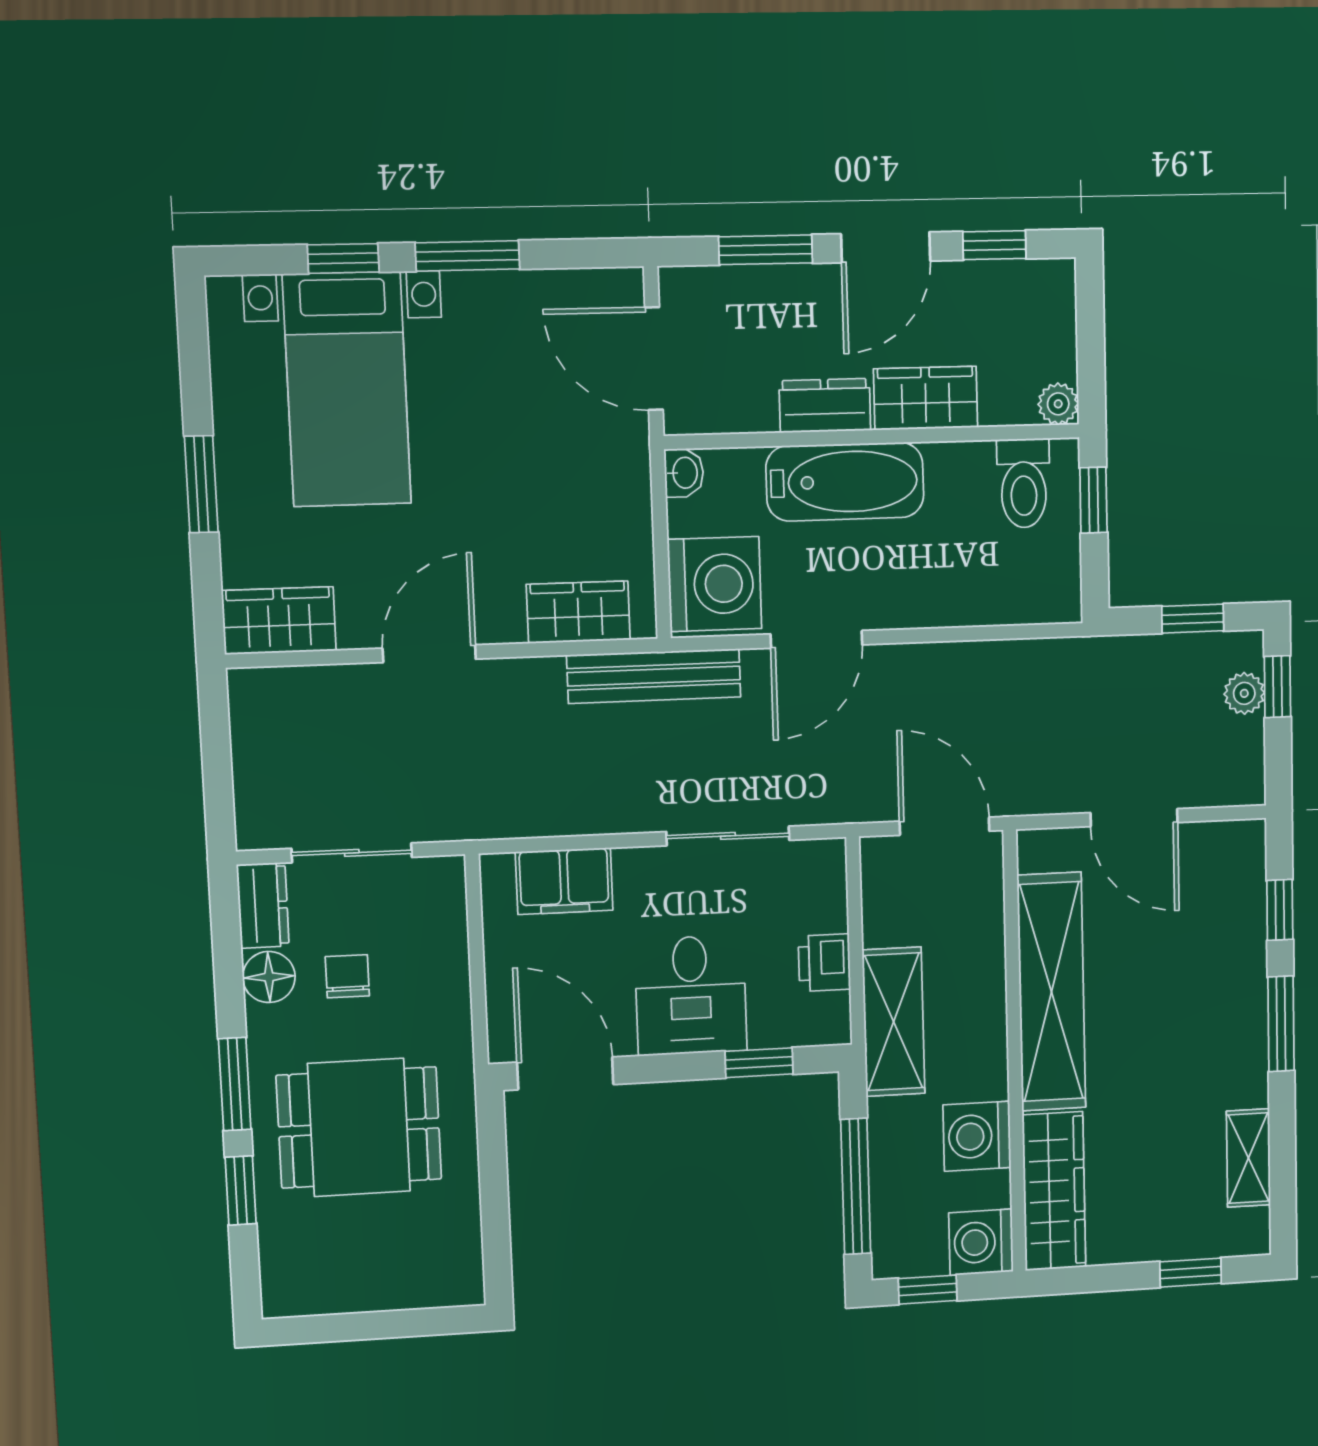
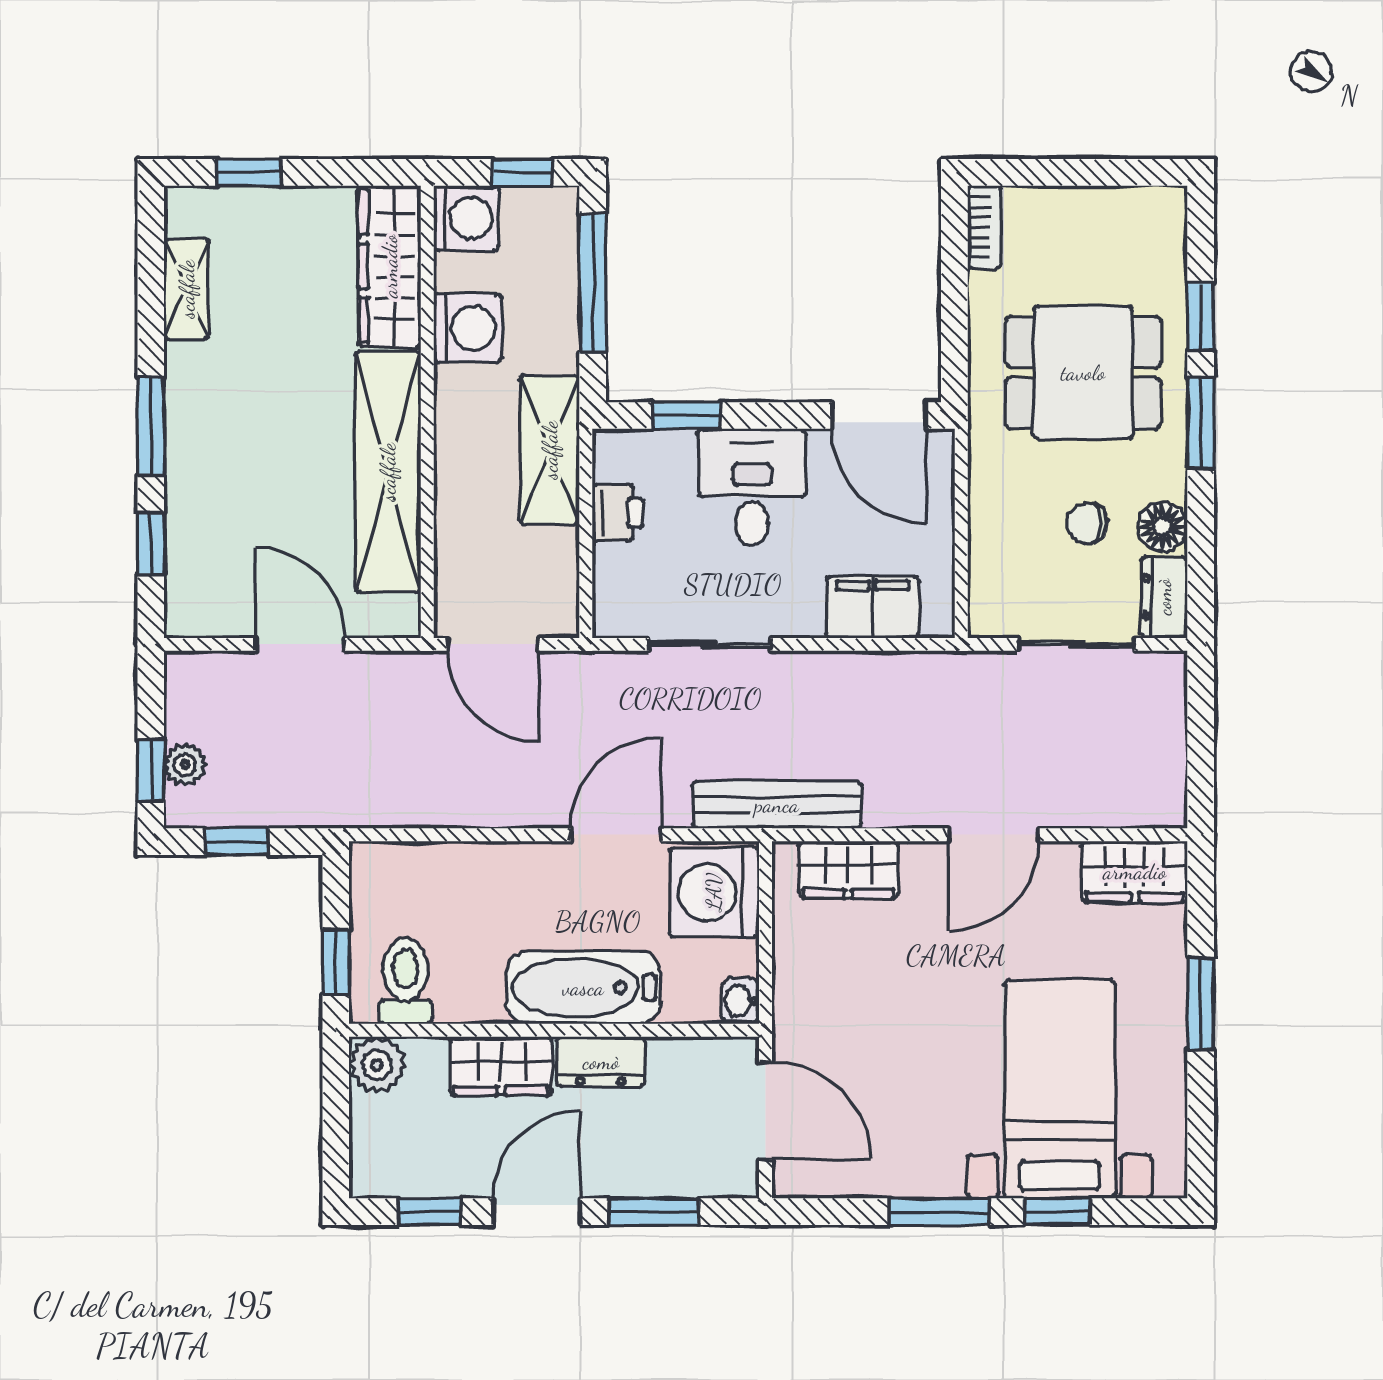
plant: (1058, 404) -> (377, 1065), width x1.38, depth x1.38
chair: (347, 976) -> (1087, 523), turned 90
bookcase: (467, 1266) -> (984, 227), added

